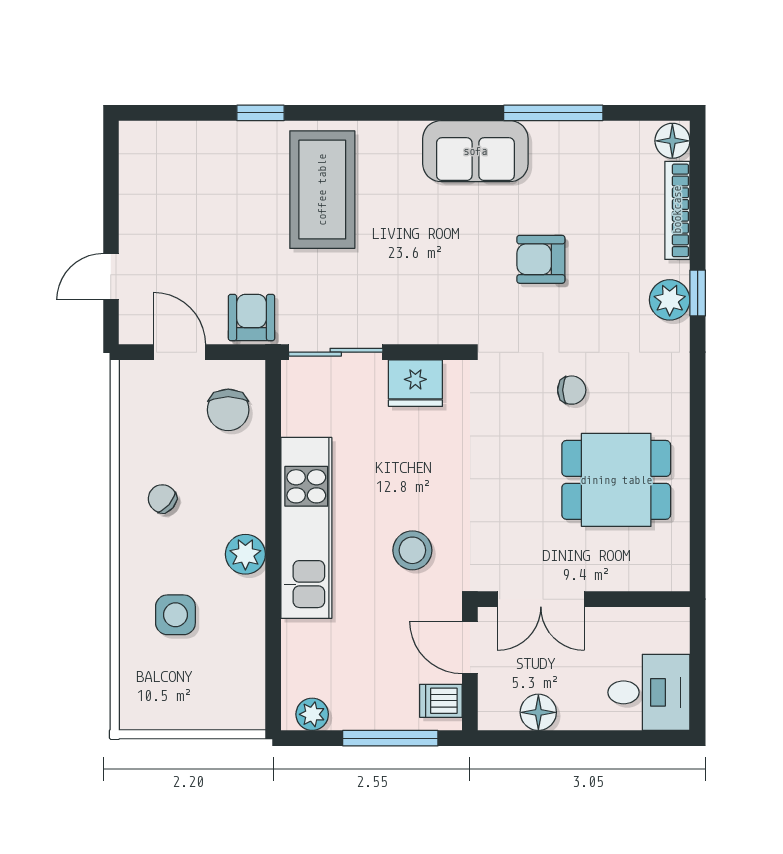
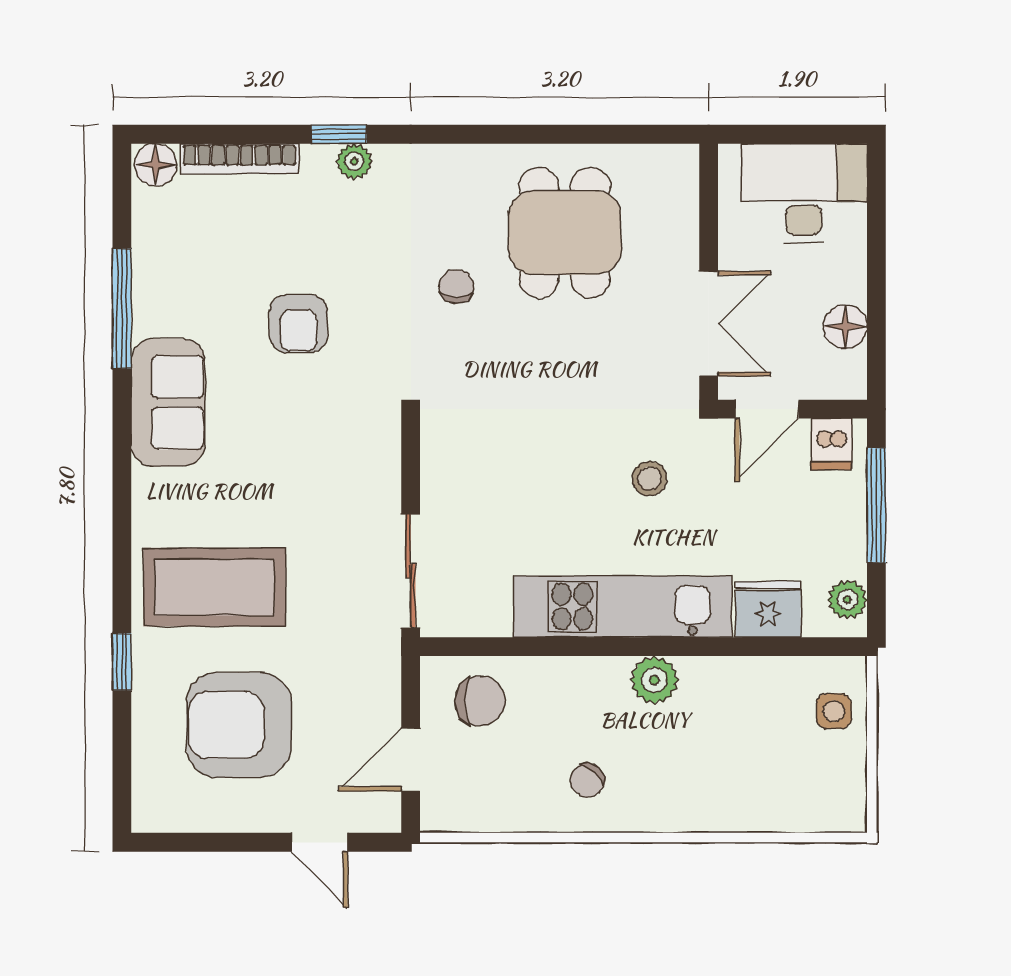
plant: (670, 300) -> (354, 161), width x0.73, depth x0.73
armchair: (252, 317) -> (239, 725), moved, width x1.88, depth x1.88
fridge: (415, 383) -> (768, 609), moved, turned -90
stool: (412, 550) -> (650, 479), width x0.73, depth x0.73
side table: (175, 615) -> (834, 711), moved, width x0.73, depth x0.73
desk: (649, 692) -> (804, 193), width x1.37

